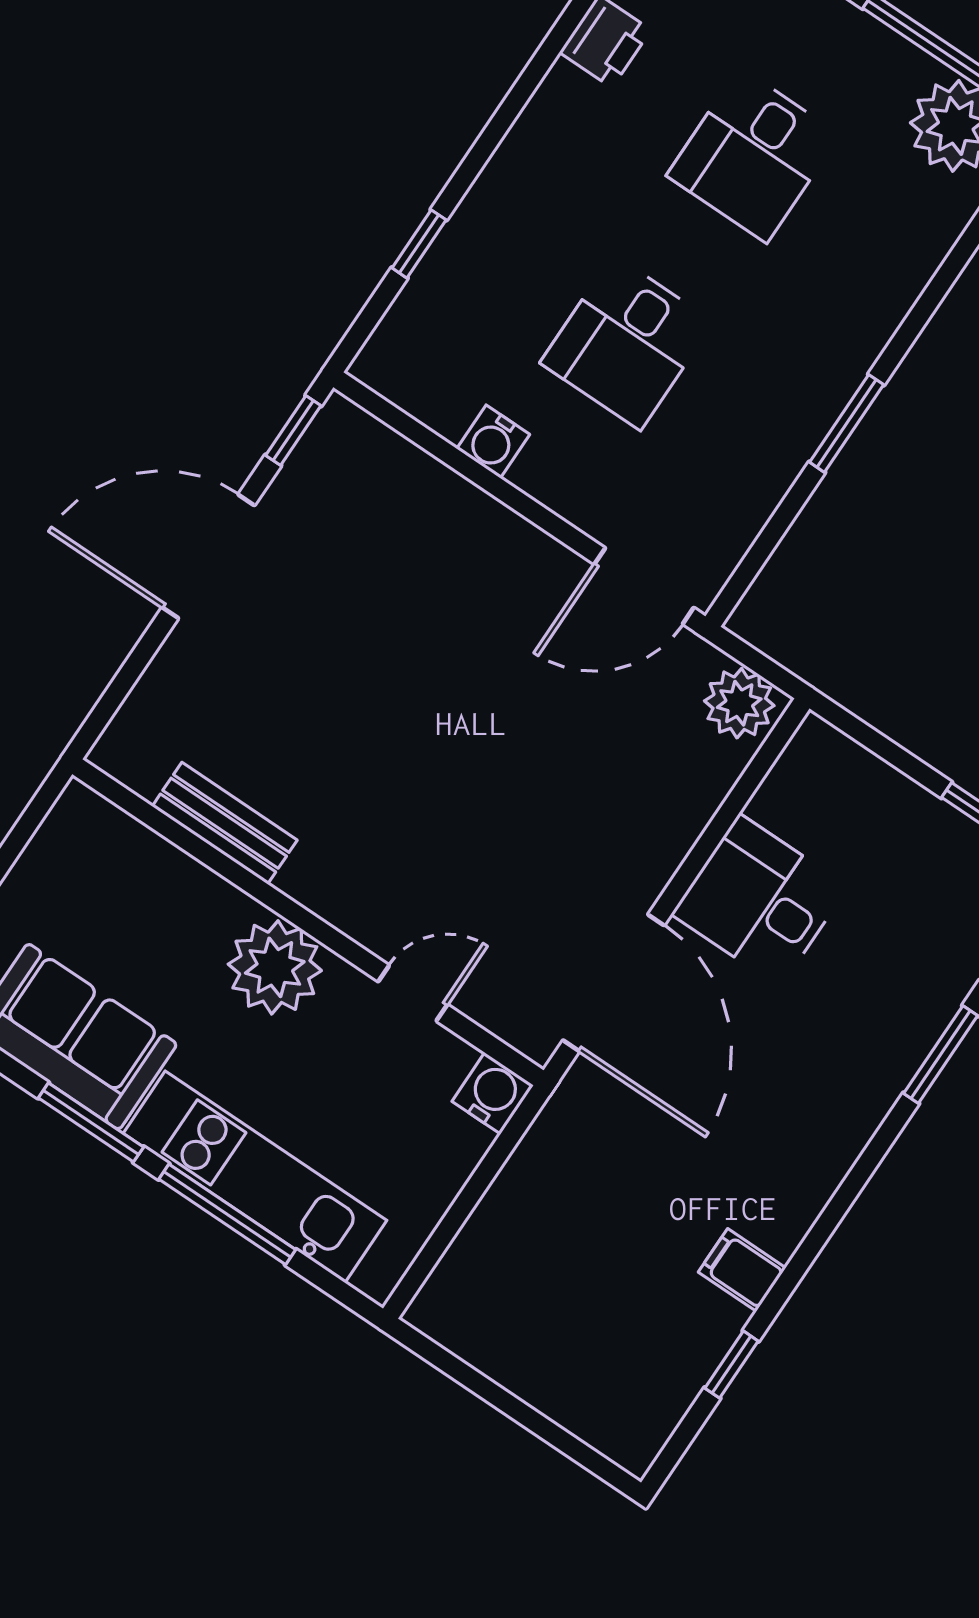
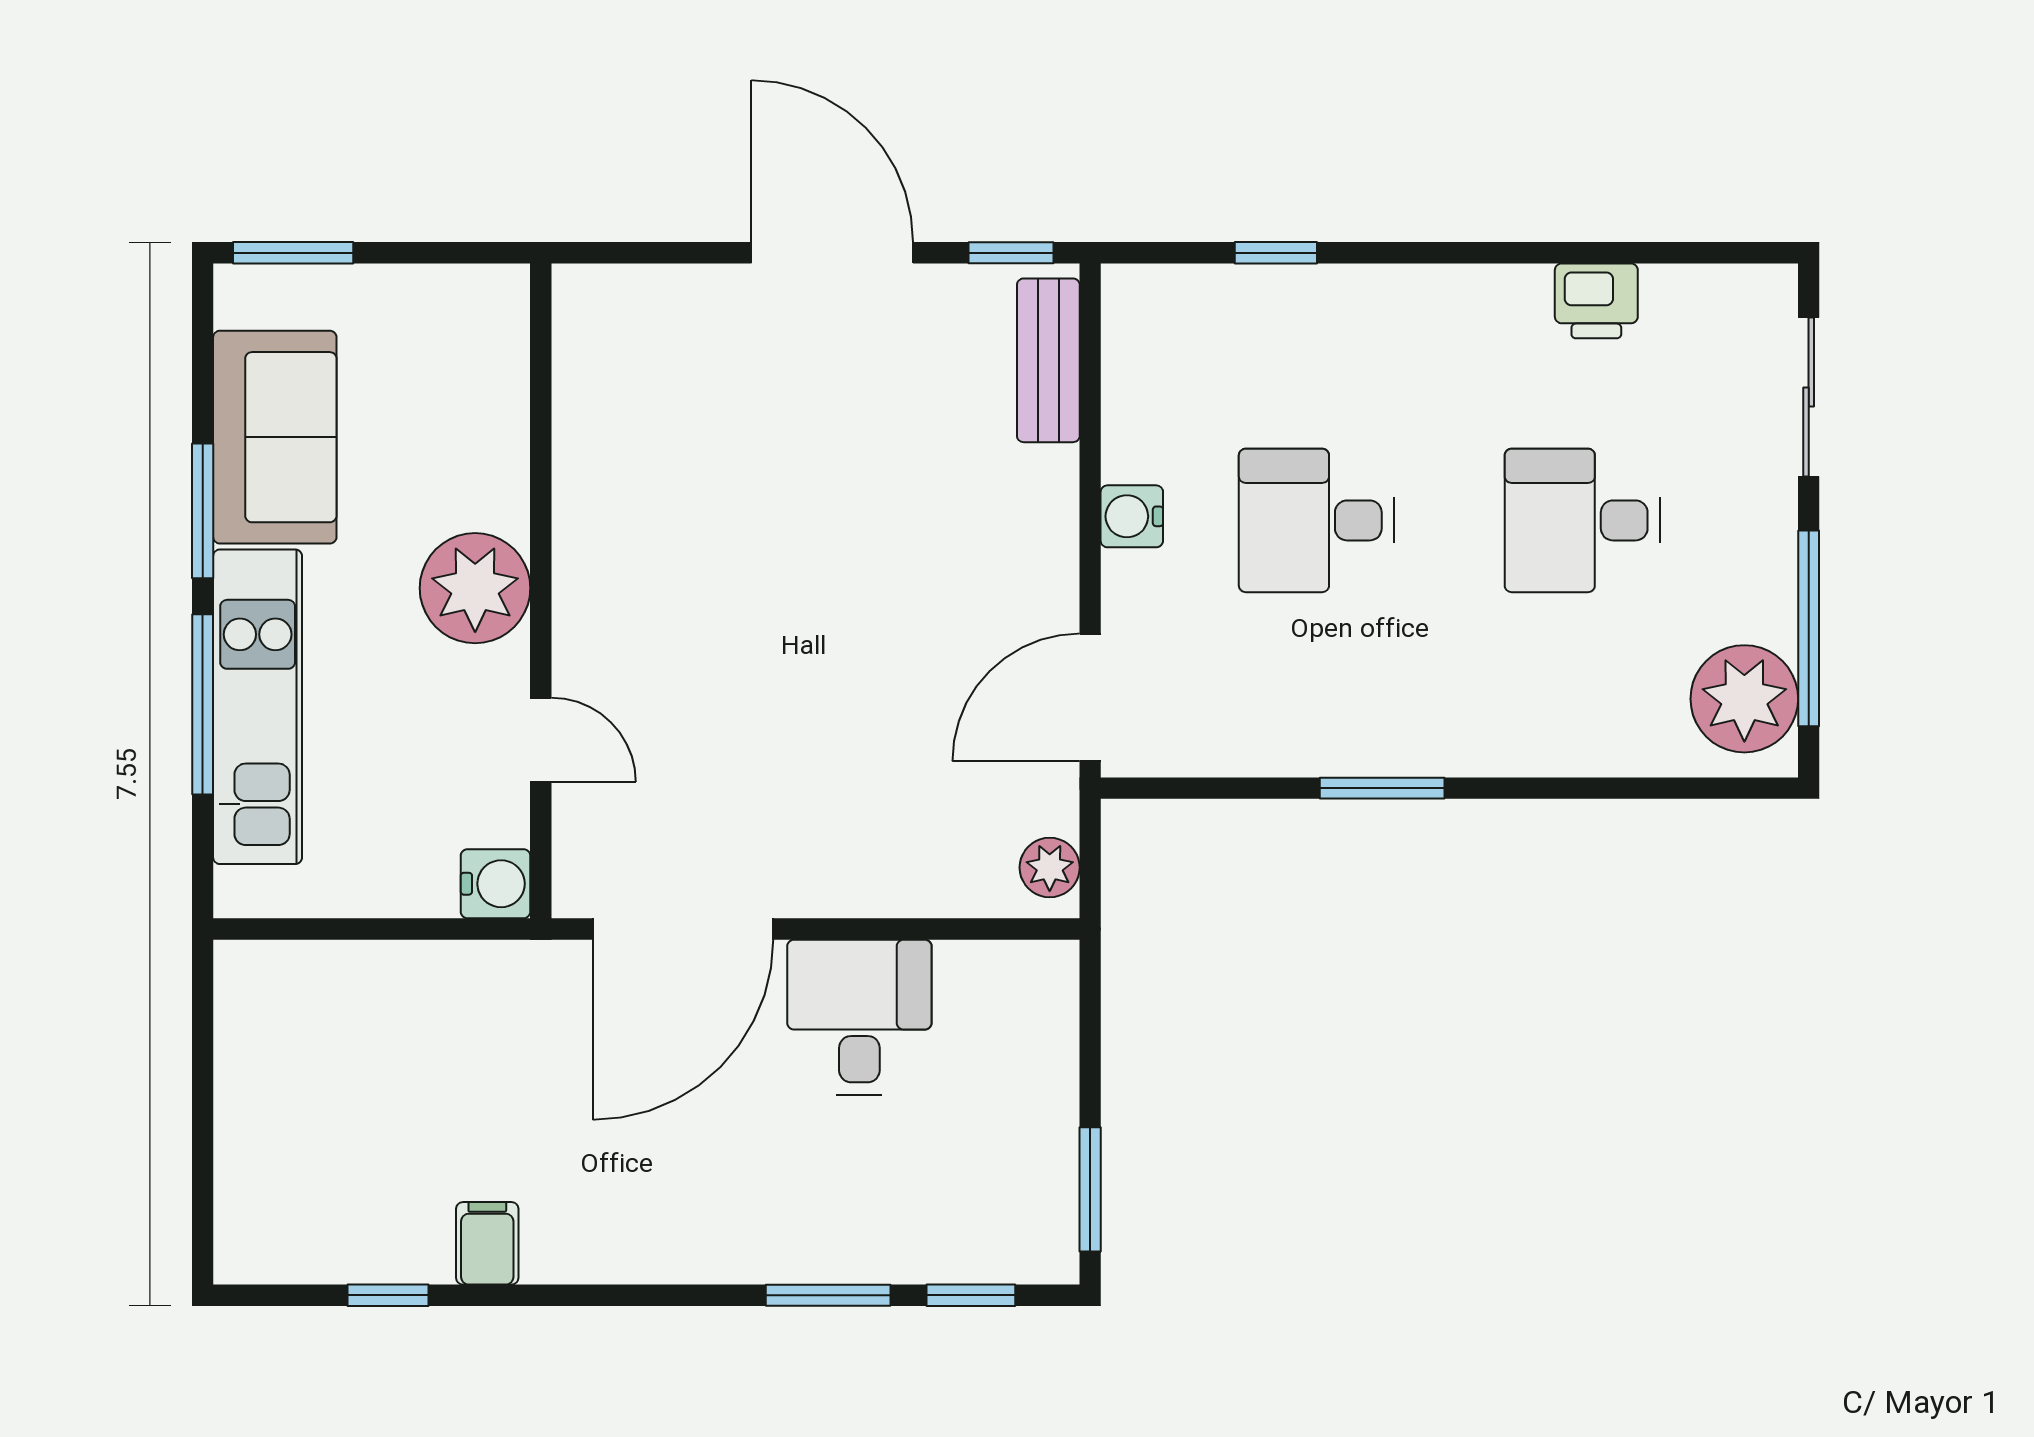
water cooler: (493, 442) -> (1132, 516), moved
door: (644, 586) -> (1090, 697), hinge flipped
plant: (739, 703) -> (1050, 868), width x0.73, depth x0.73
bench: (225, 823) -> (1048, 360), moved

